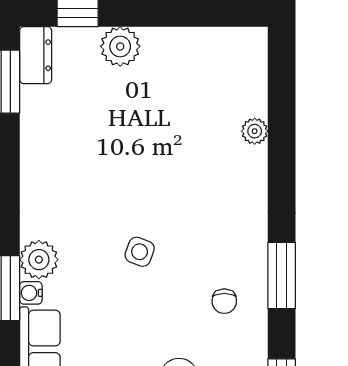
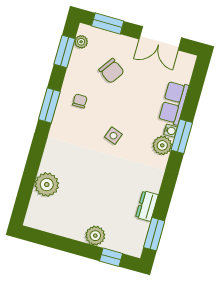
dresser: (36, 55) -> (147, 206), moved
plant: (255, 131) -> (47, 185), width x1.88, depth x1.88

